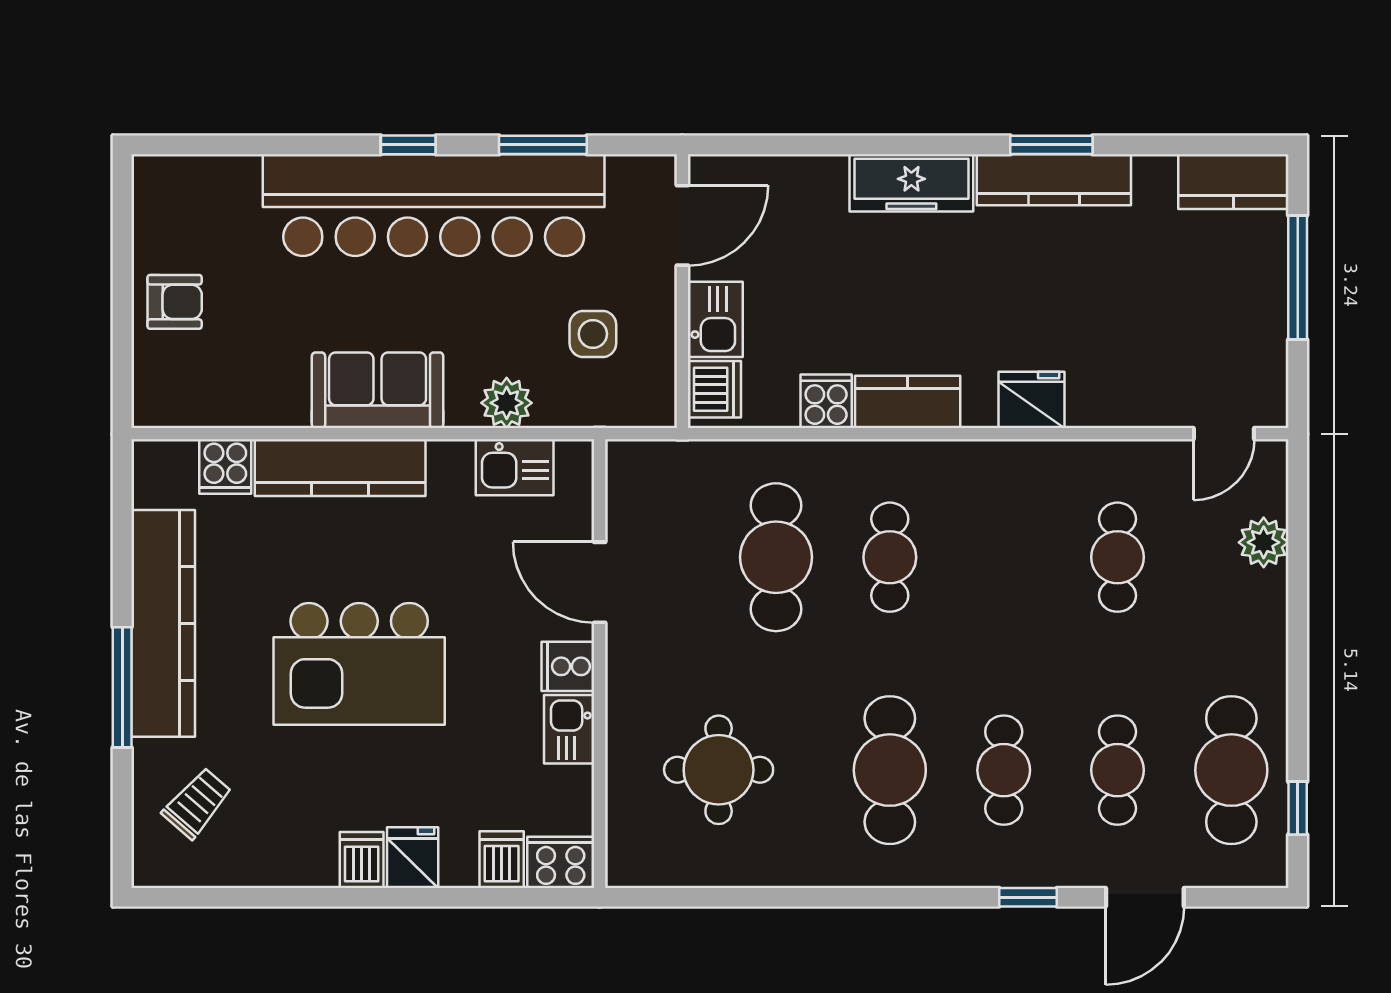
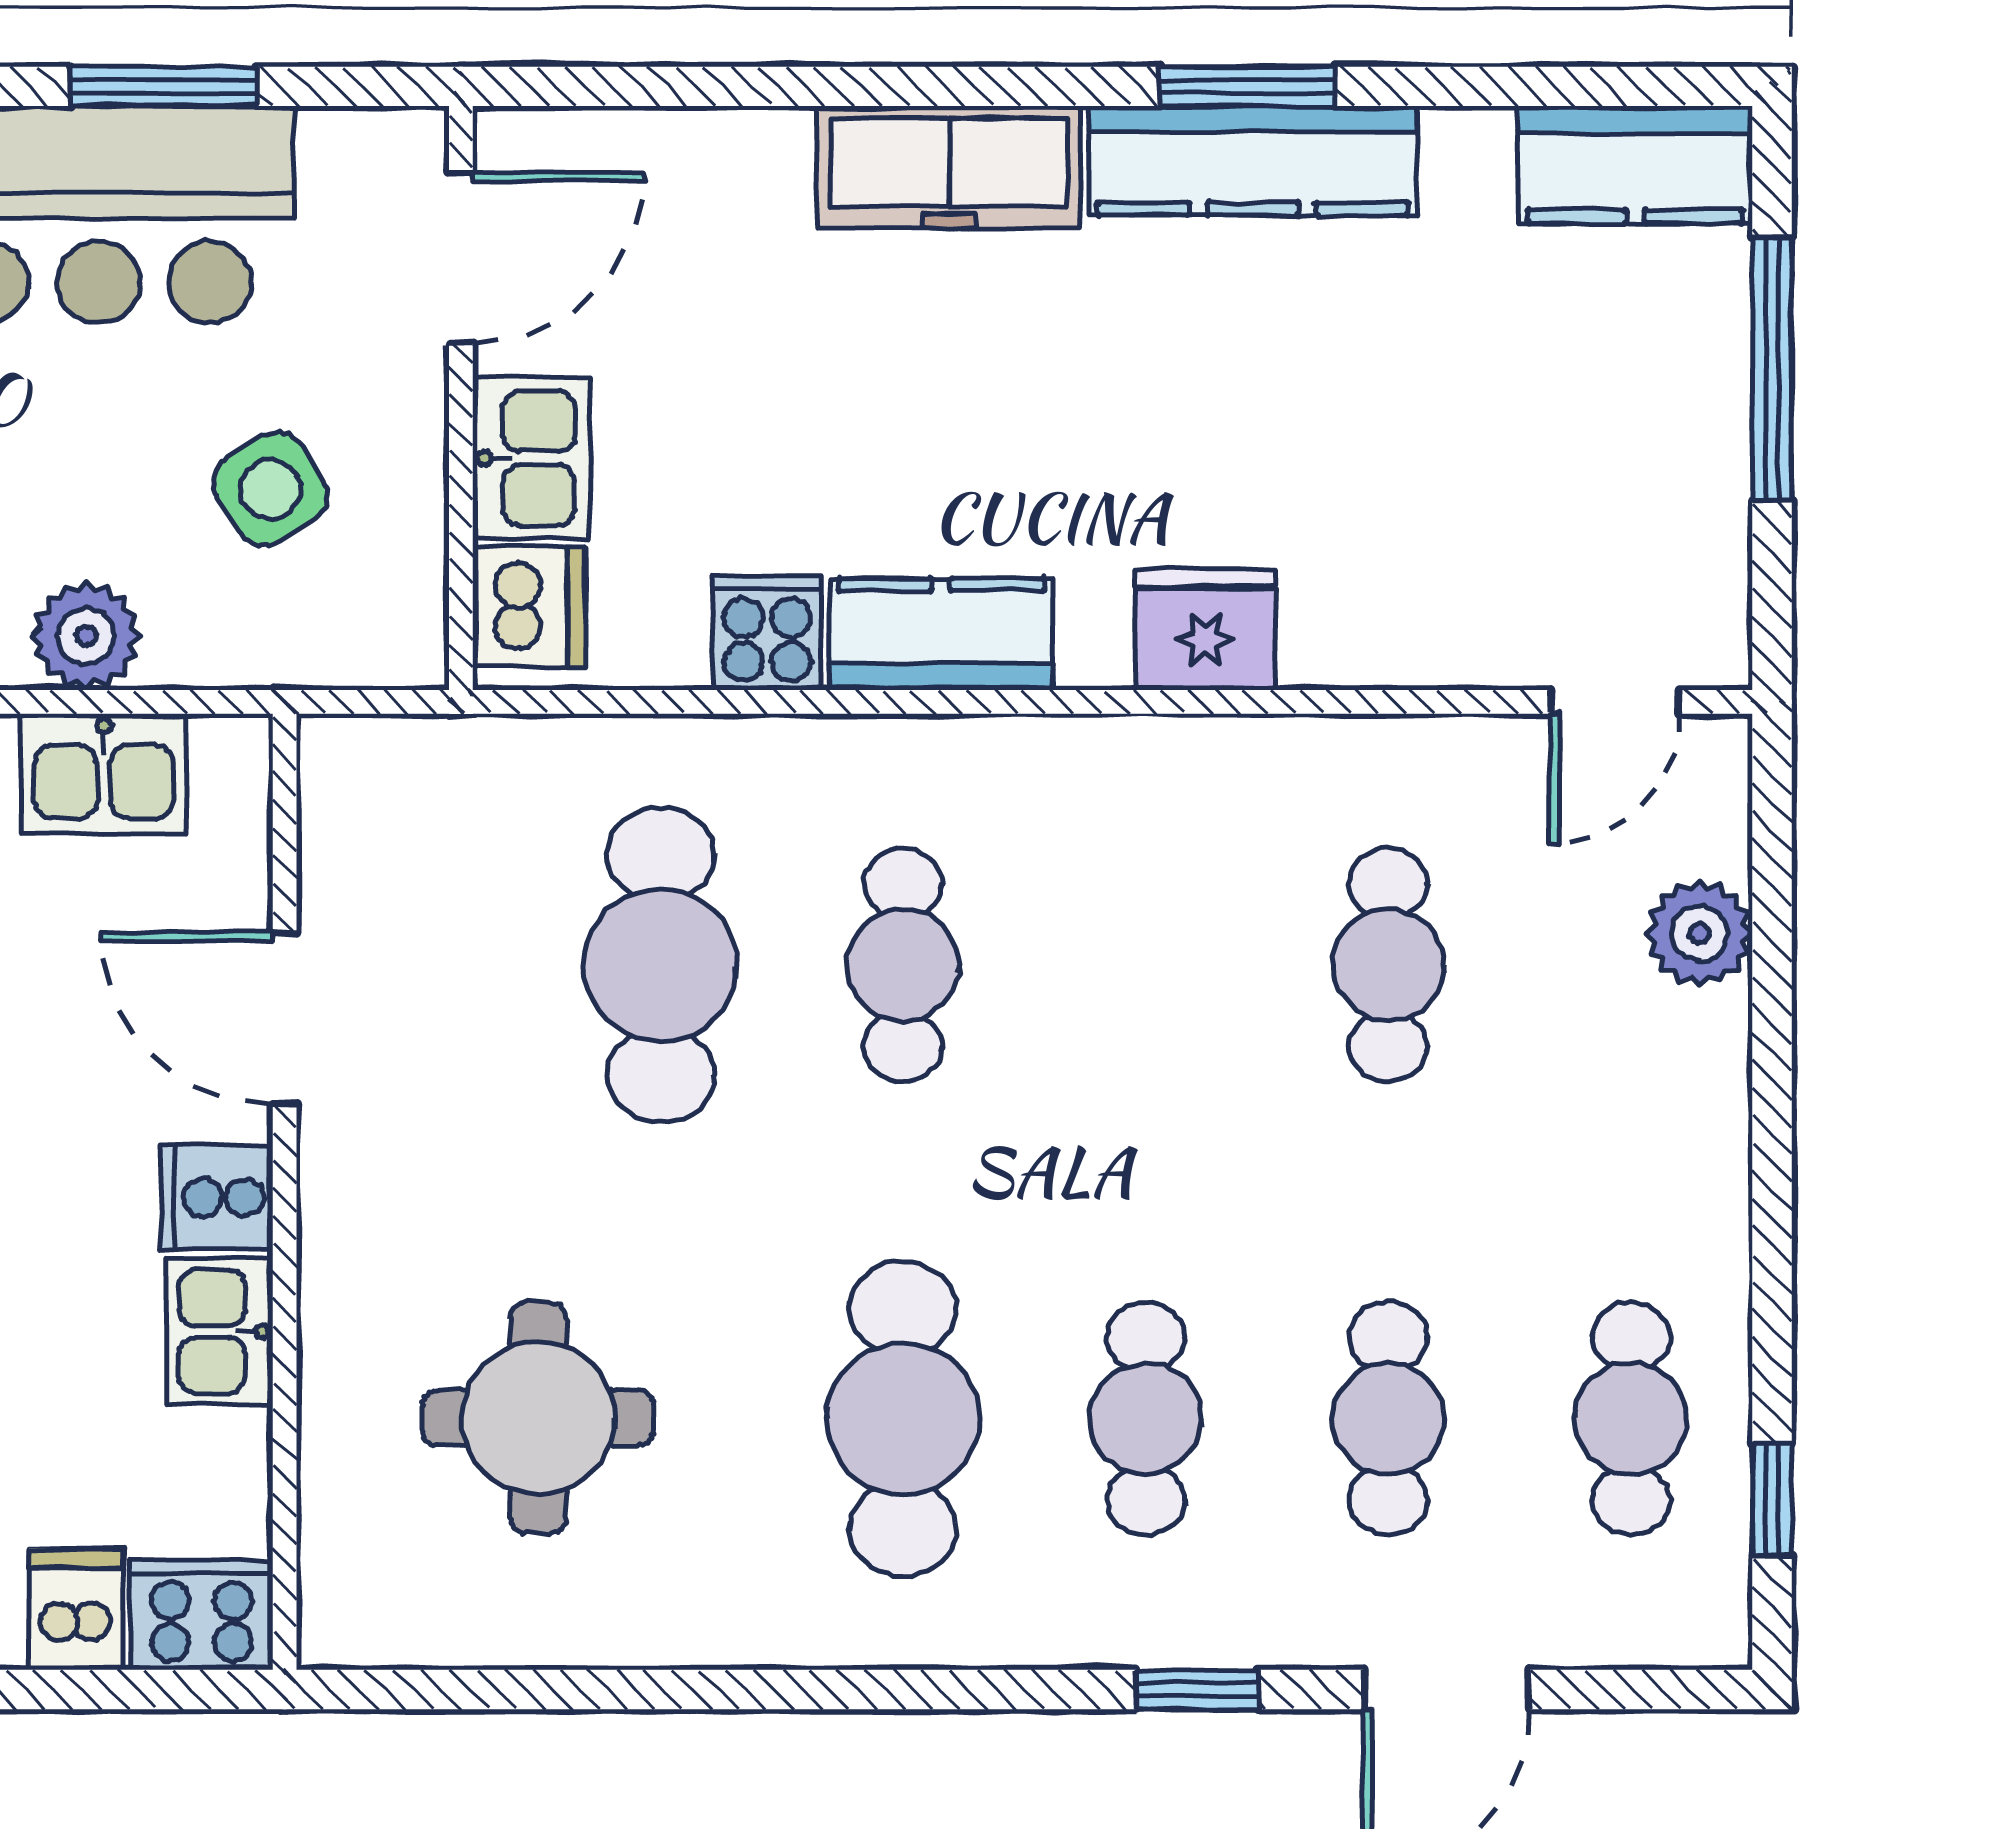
side table: (593, 334) -> (270, 489), turned -31
cafe table: (1231, 770) -> (1631, 1419), width x0.73, depth x0.74

